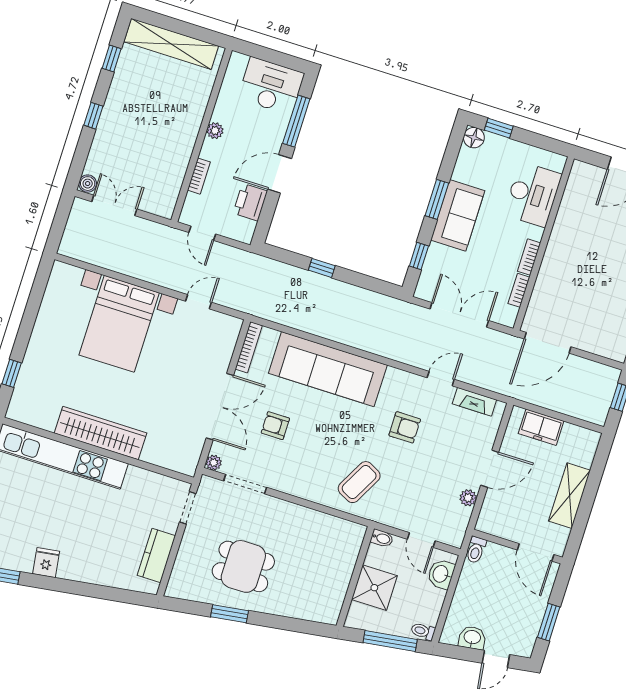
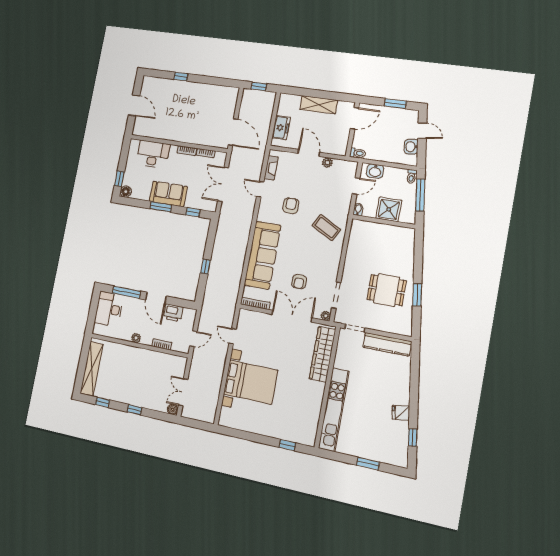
wardrobe: (100, 433) -> (322, 354), moved
kitchen counter: (156, 556) -> (387, 344), width x1.50
dining table: (243, 566) -> (387, 290), turned 90

